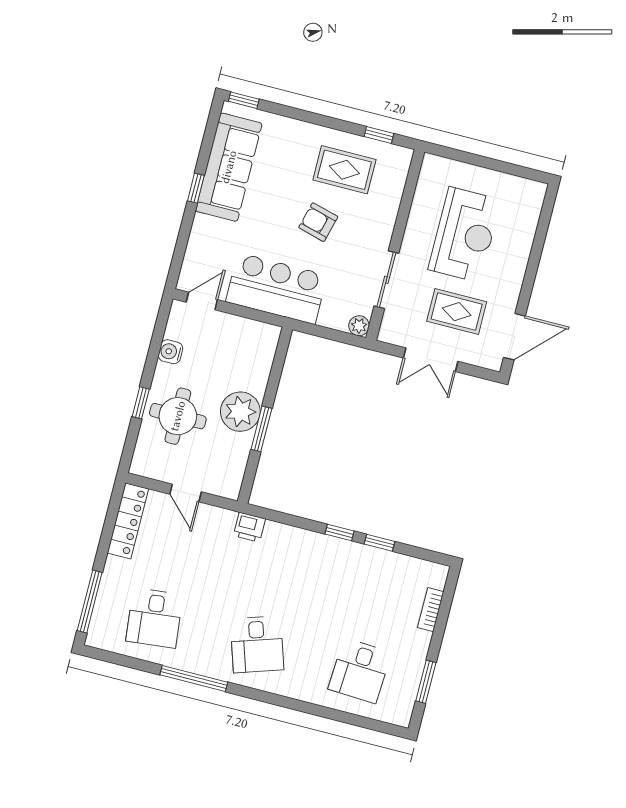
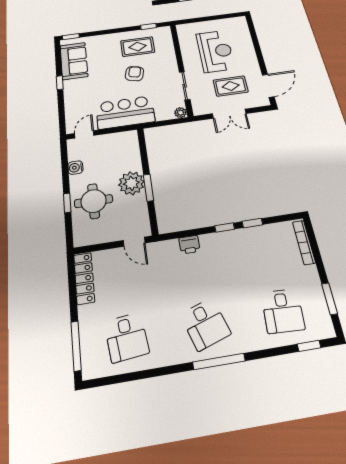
sofa: (229, 167) -> (74, 61), width x0.73
armchair: (318, 222) -> (134, 74), turned 89
door: (186, 493) -> (134, 242), moved
printer: (249, 527) -> (189, 245), moved
bookcase: (431, 610) -> (304, 242), width x1.56
window: (194, 679) -> (219, 361), moved
window: (370, 724) -> (309, 346), added

